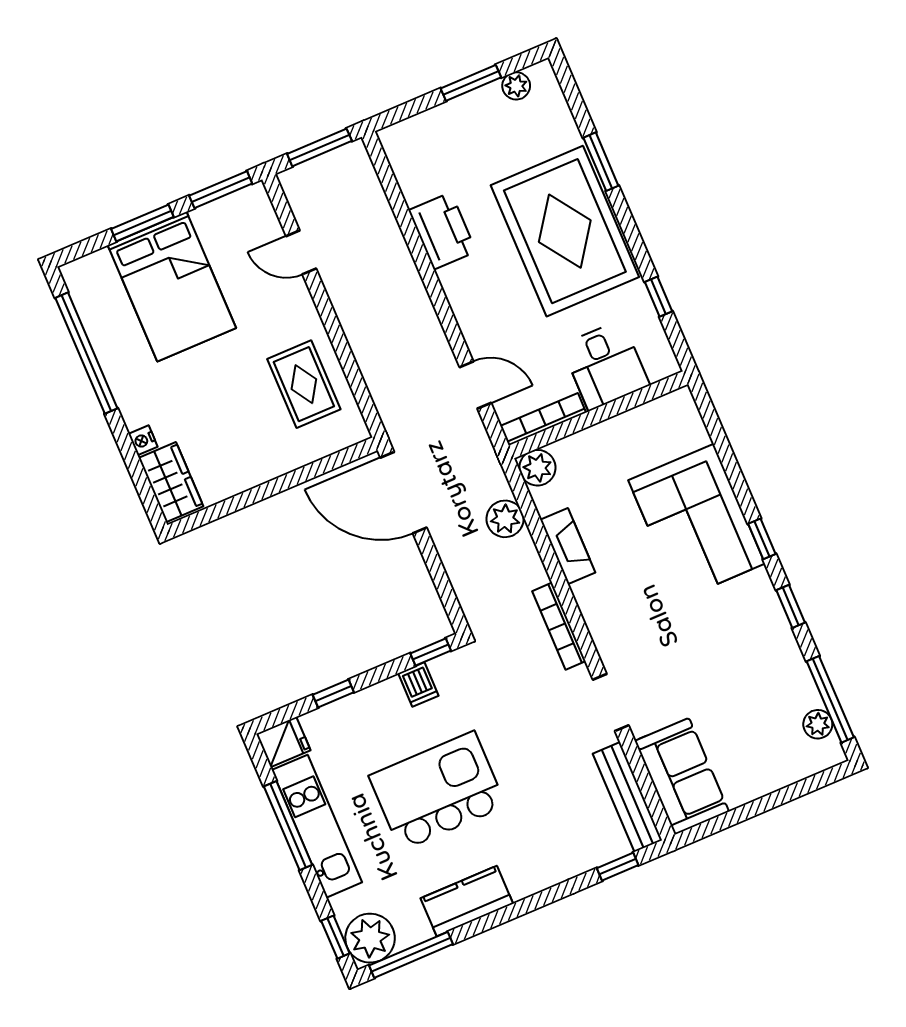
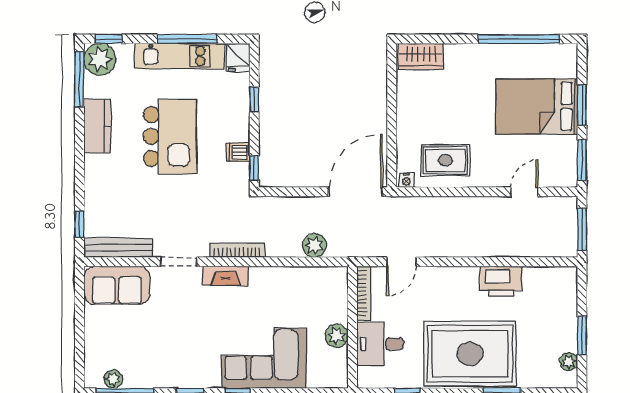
nightstand: (143, 440) -> (407, 180), moved, turned 180
plant: (537, 468) -> (337, 336), moved
fireplace: (568, 546) -> (225, 276), moved

